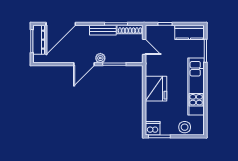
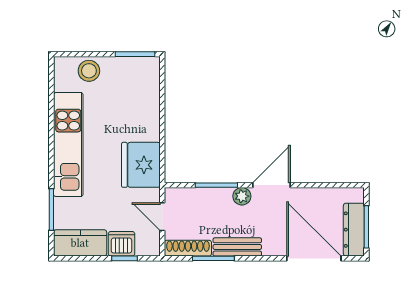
door: (61, 24) -> (314, 258), hinge flipped
fridge: (156, 89) -> (141, 165), moved
dishwasher: (153, 128) -> (121, 244), moved, turned 180

